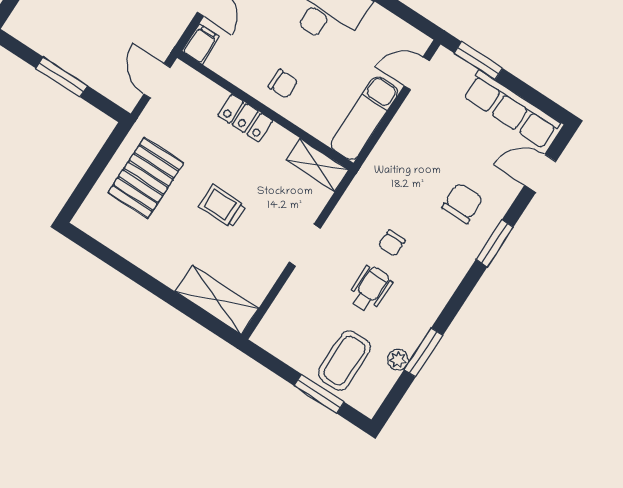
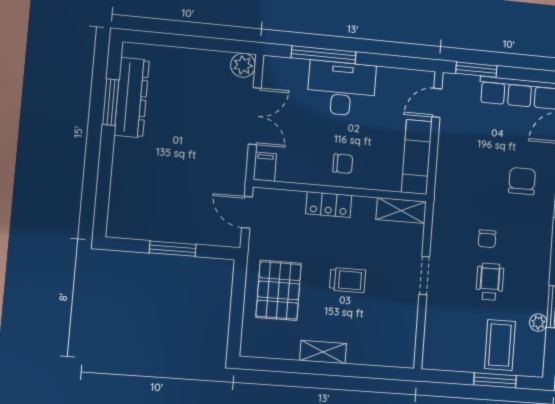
trolley: (222, 206) -> (348, 280), turned 180
shelving: (217, 300) -> (323, 352), moved, width x0.67, depth x0.75

